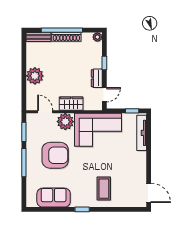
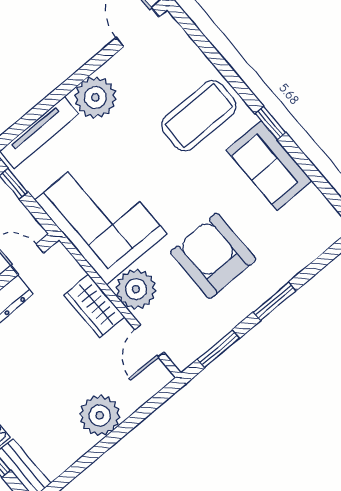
plant: (138, 160) -> (95, 97), added
window: (24, 163) -> (275, 301), width x0.69
coffee table: (104, 189) -> (199, 116), width x1.36, depth x1.32
sofa: (54, 198) -> (269, 165), moved

